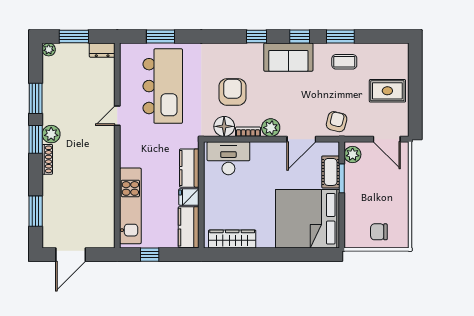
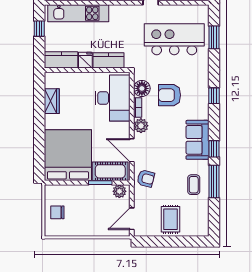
window: (256, 37) -> (214, 96), moved
window: (340, 37) -> (214, 182), width x1.44
kitchen island: (163, 86) -> (174, 39), turned 180
armchair: (233, 92) -> (169, 95), turned 180
desk: (228, 158) -> (112, 98), width x1.36, depth x1.30
cot: (331, 172) -> (110, 171), width x1.37, depth x1.34
chair: (379, 232) -> (57, 212), turned -90
wardrobe: (232, 239) -> (52, 101), width x0.67

